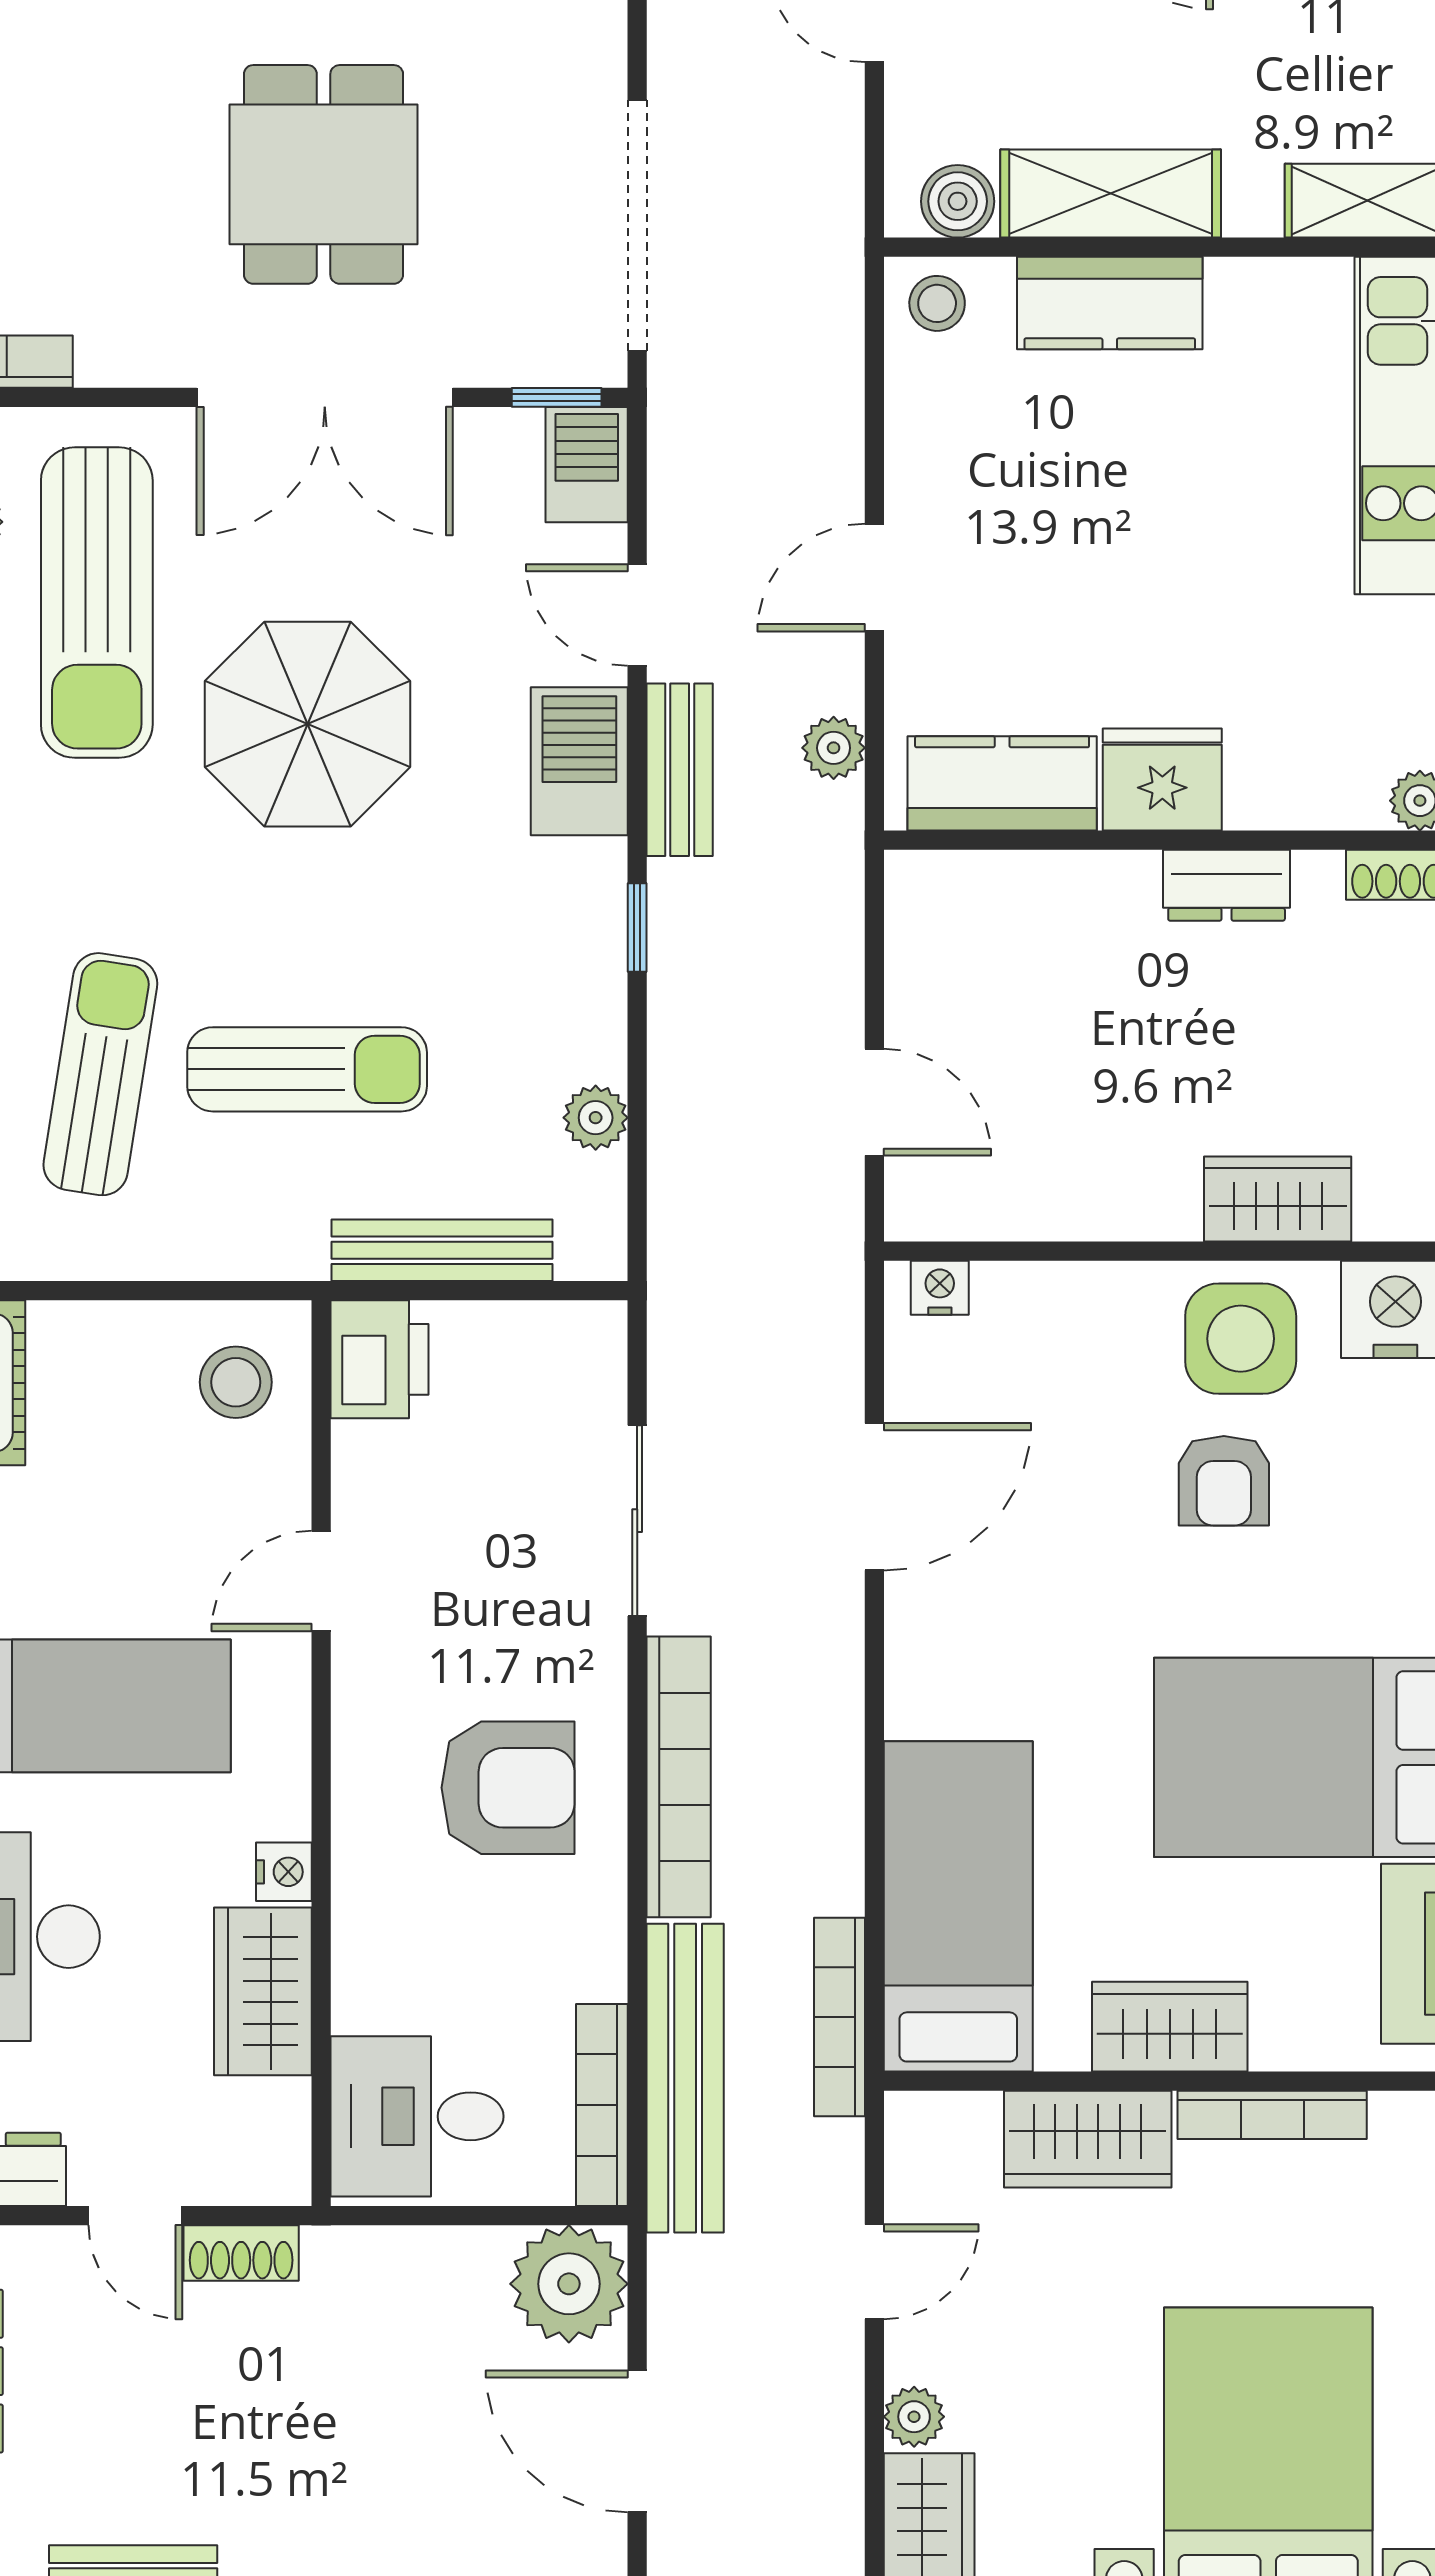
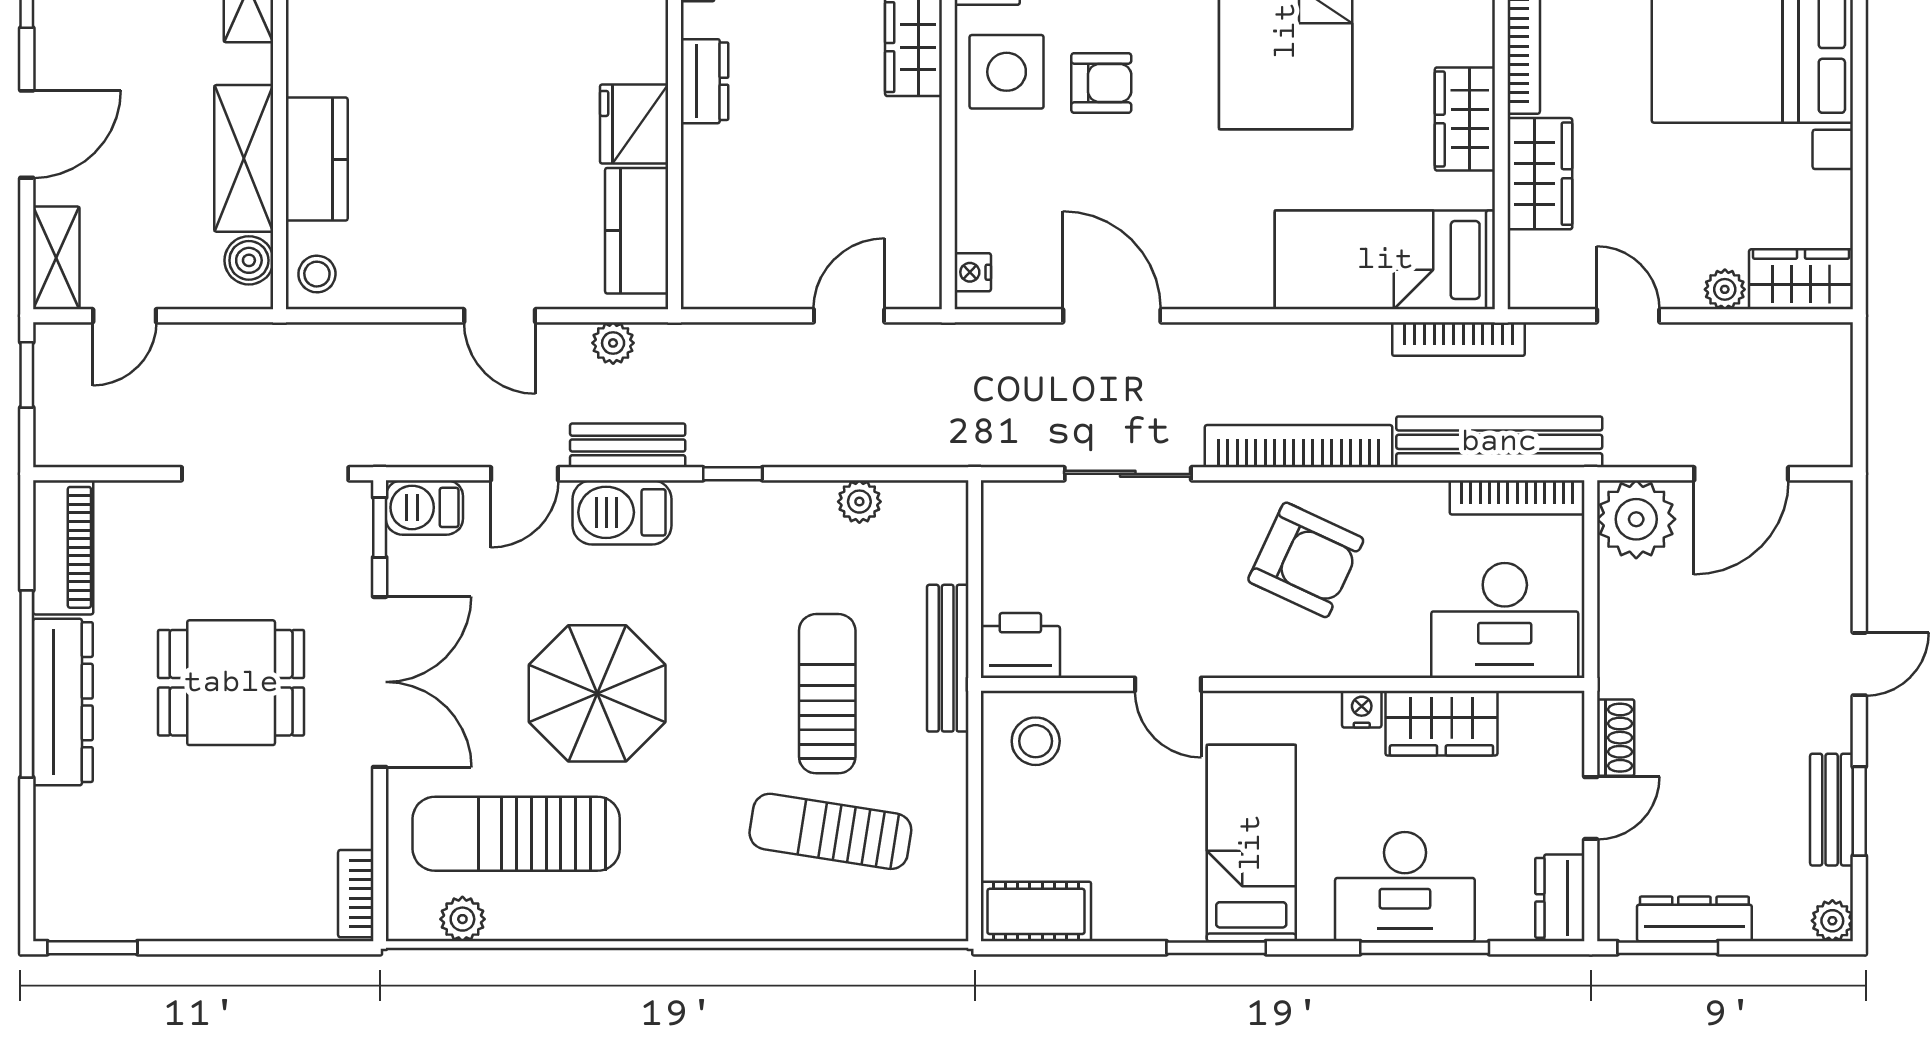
sun lounger: (97, 603) -> (516, 834), turned 180
bench: (442, 1250) -> (948, 658), moved
armchair: (508, 1788) -> (1306, 560), turned 115
desk: (417, 2116) -> (1505, 620), width x1.37

